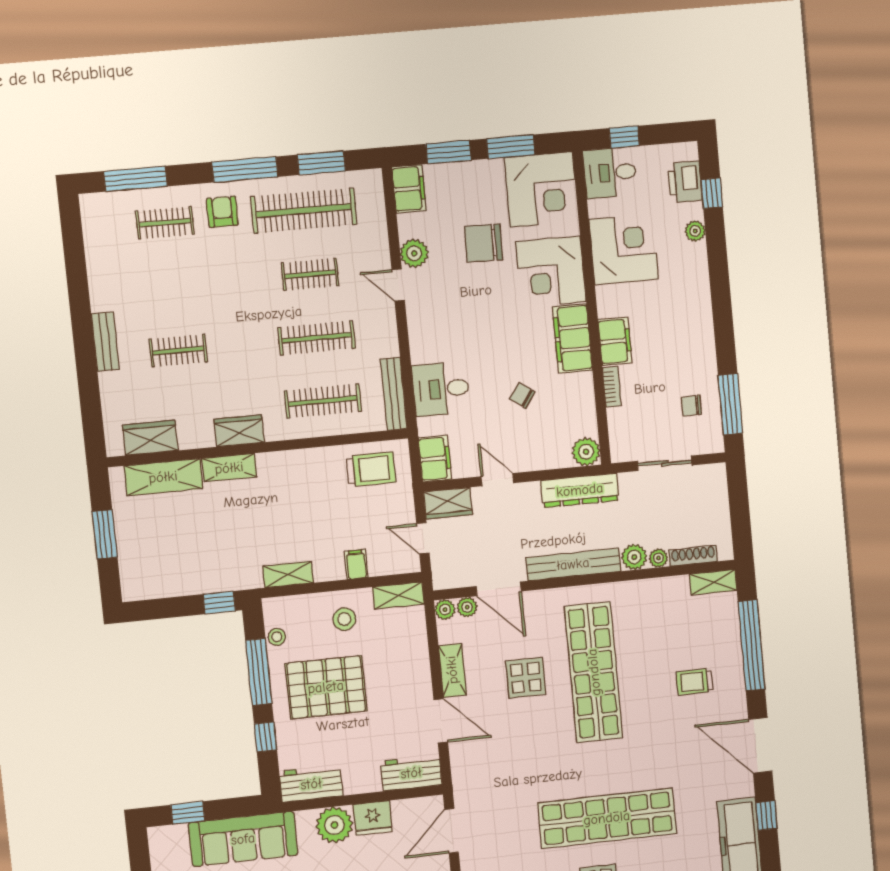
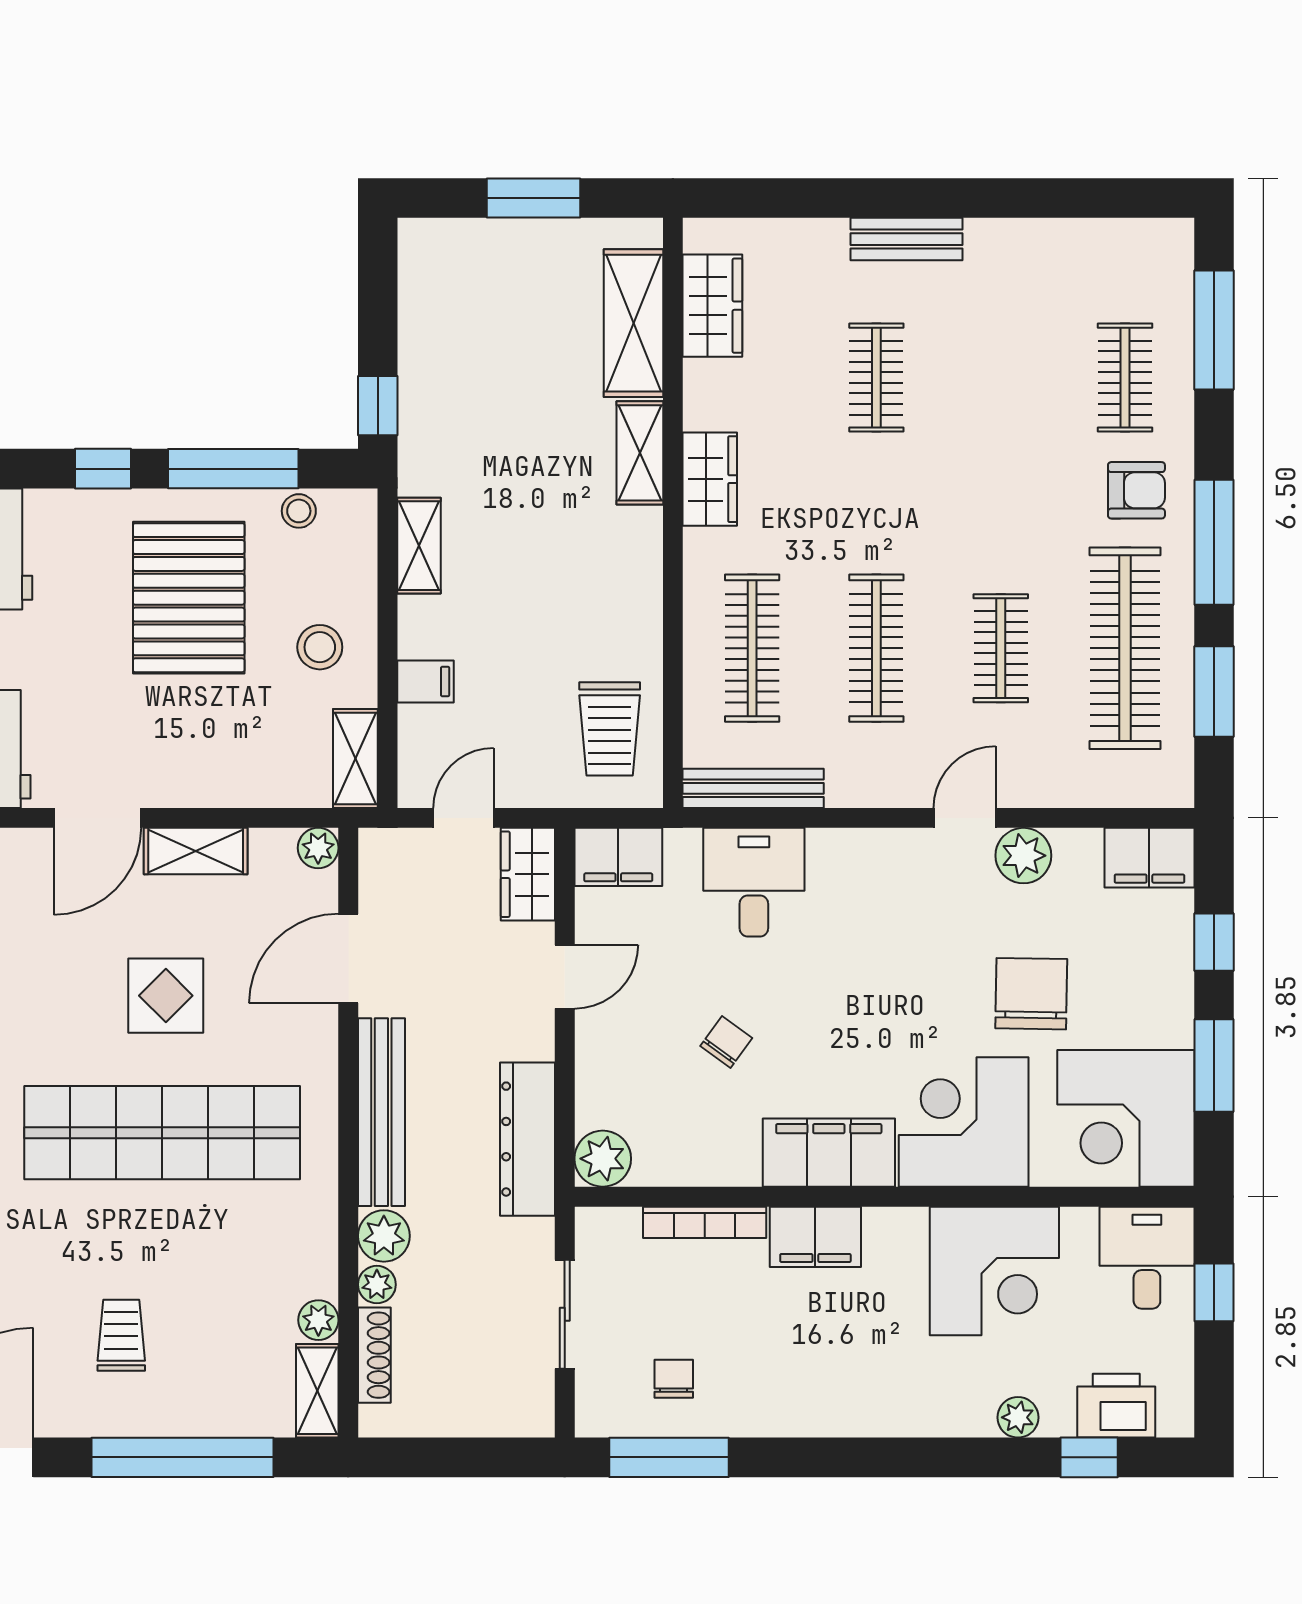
window: (448, 152) -> (1214, 942), width x0.67
bookcase: (612, 387) -> (705, 1222), width x1.56
plant: (467, 607) -> (318, 1320), moved

